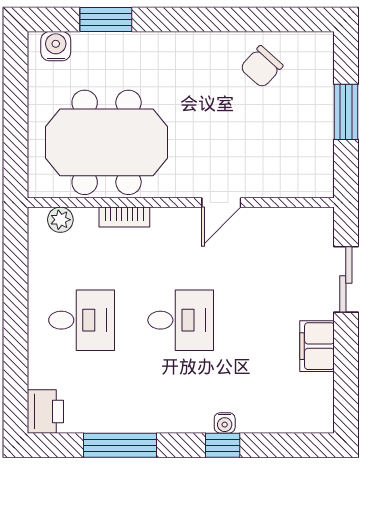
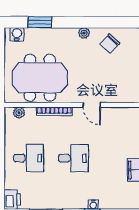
plant: (204, 44) -> (84, 33), added
door: (221, 203) -> (92, 105), hinge flipped
bookcase: (124, 217) -> (54, 112), width x1.56

